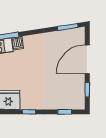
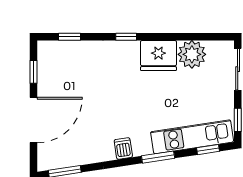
dishwasher: (18, 43) -> (123, 149), moved

